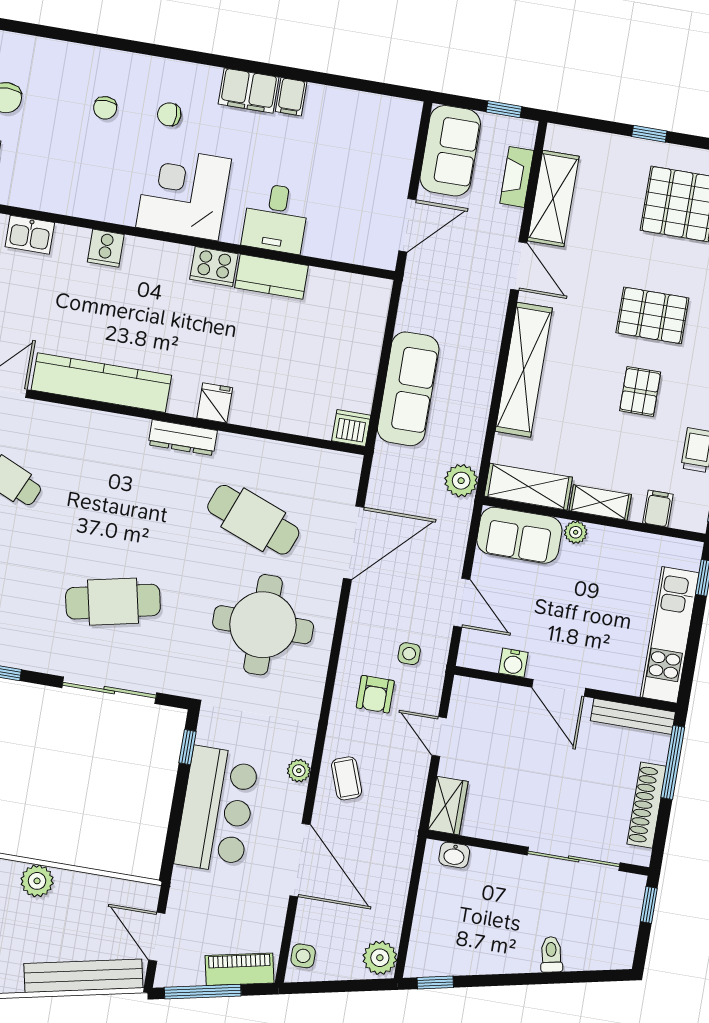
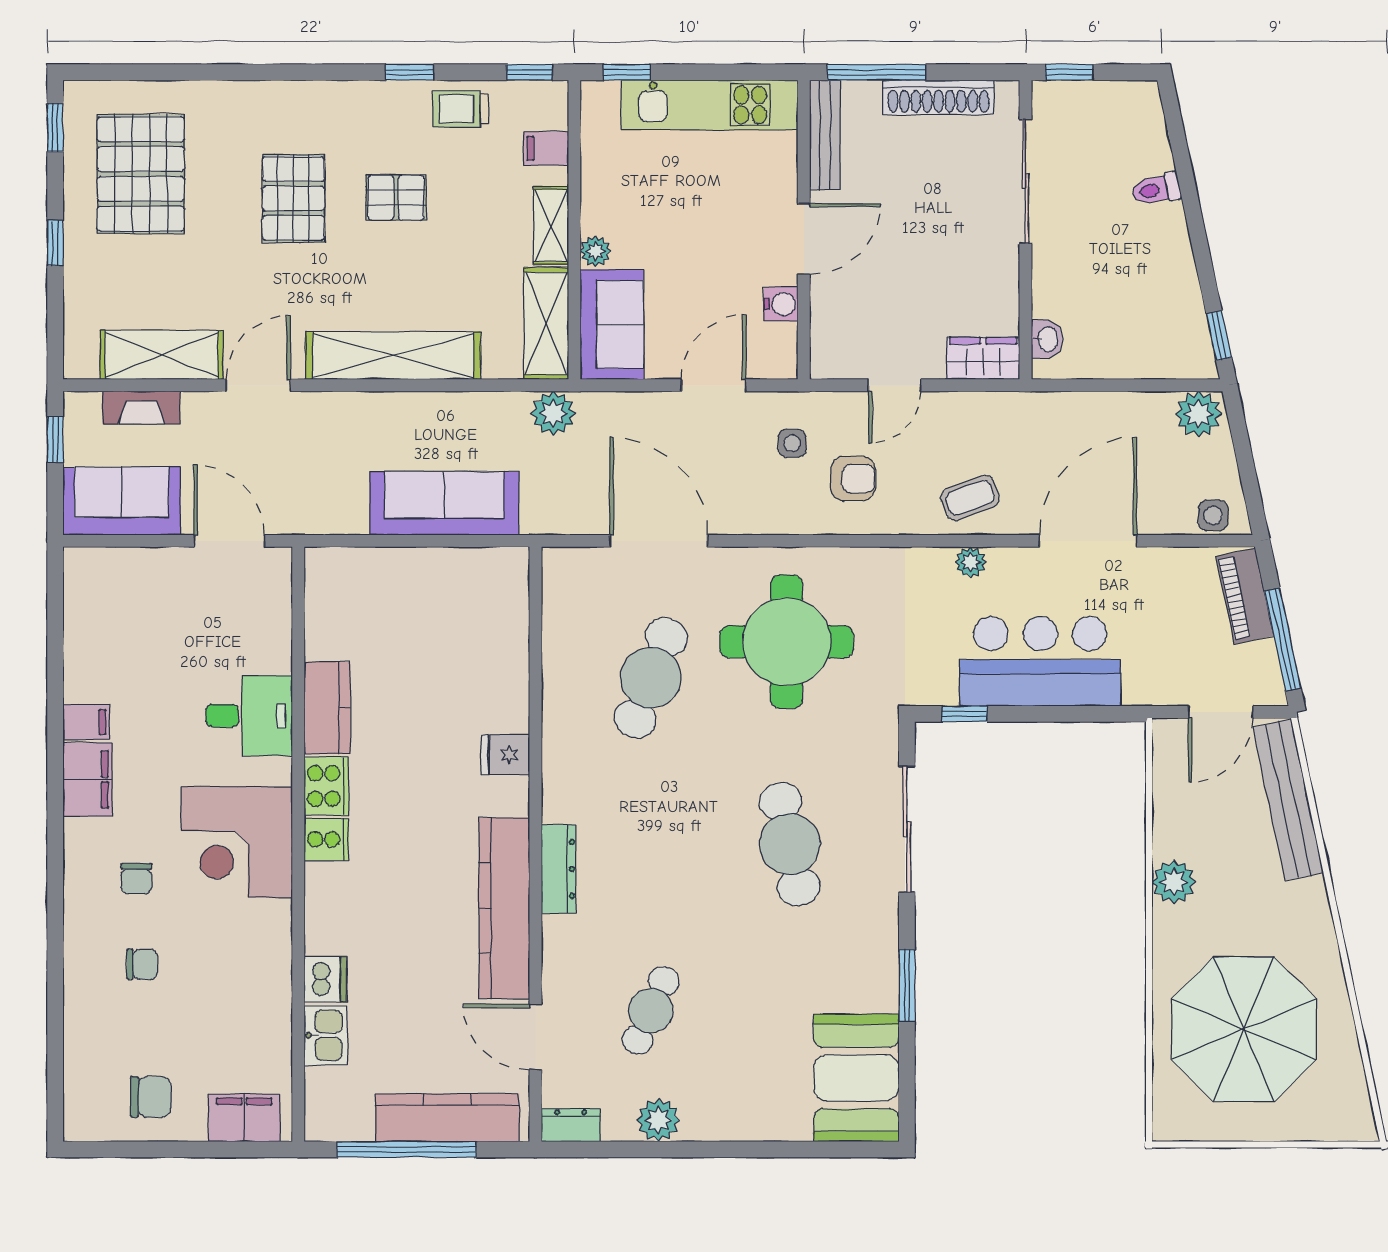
cooker: (106, 248) -> (326, 839), moved
dishwasher: (351, 428) -> (325, 979), moved, turned 180
dresser: (183, 438) -> (559, 869), moved

